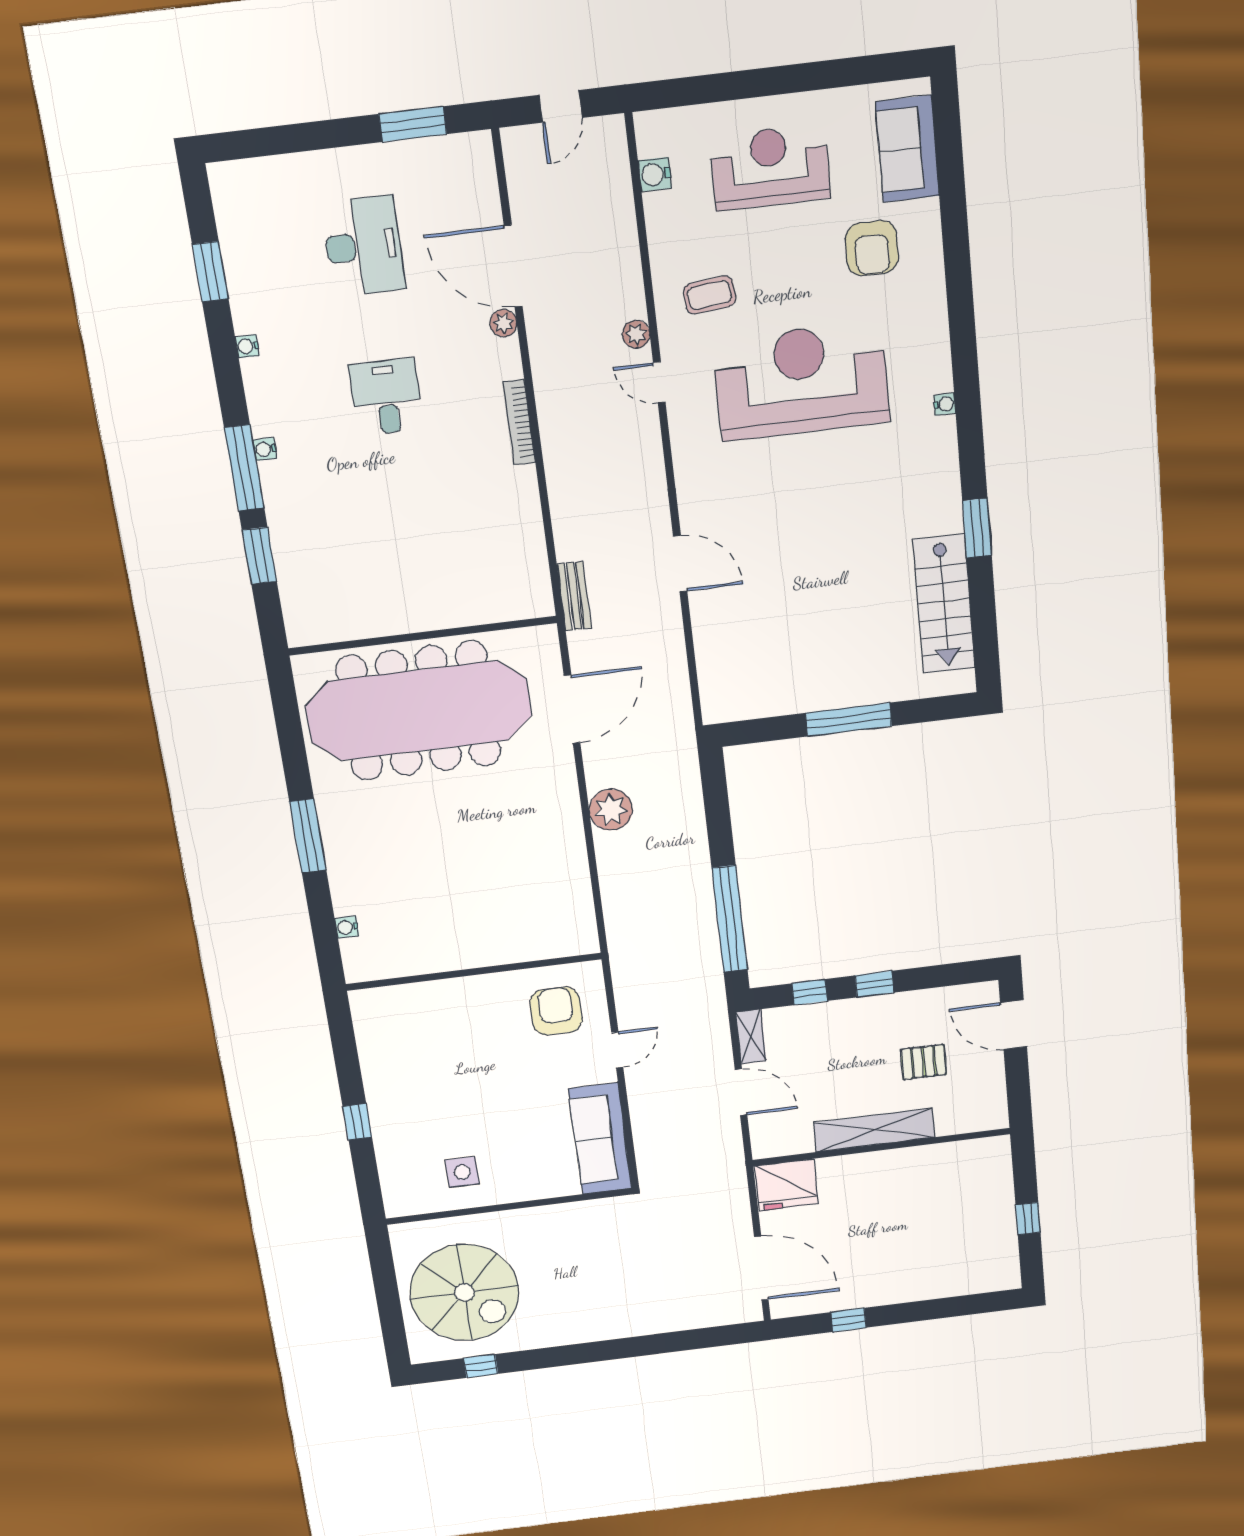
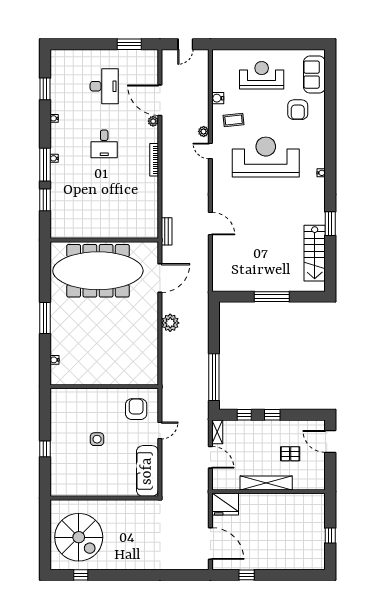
water cooler: (655, 174) -> (218, 98), moved
desk: (386, 397) -> (104, 144), turned 180
side table: (462, 1172) -> (97, 439), moved

